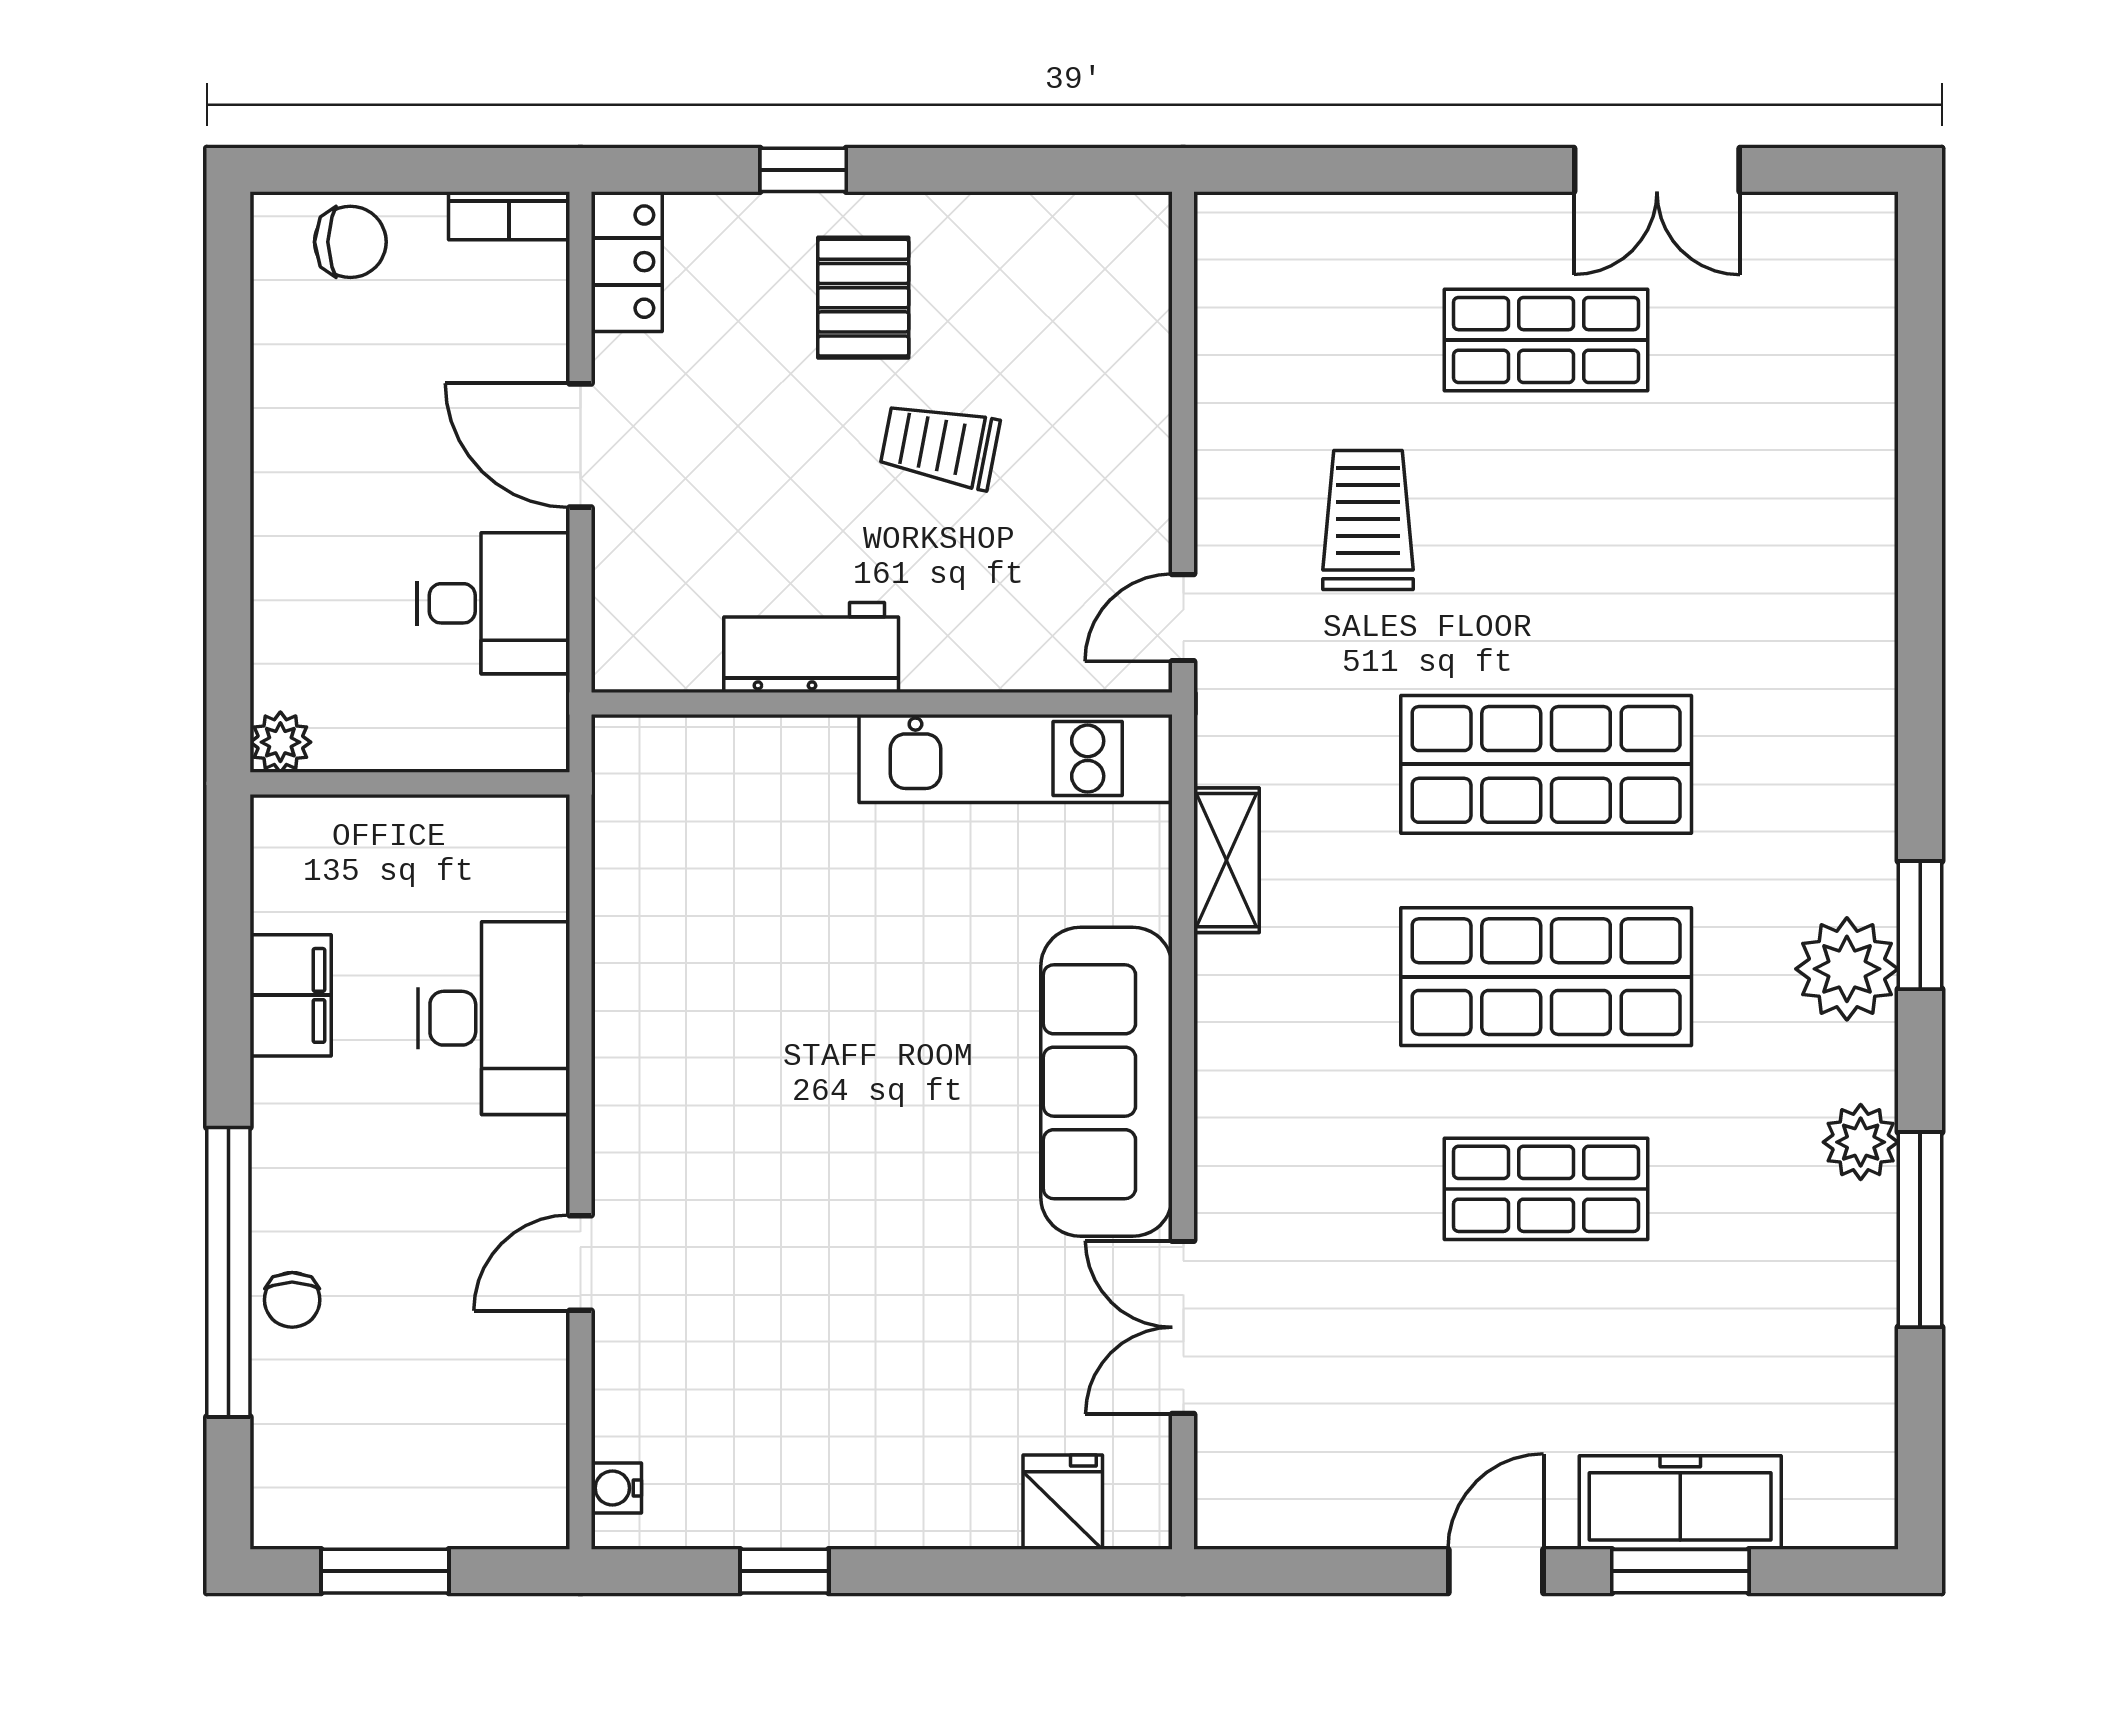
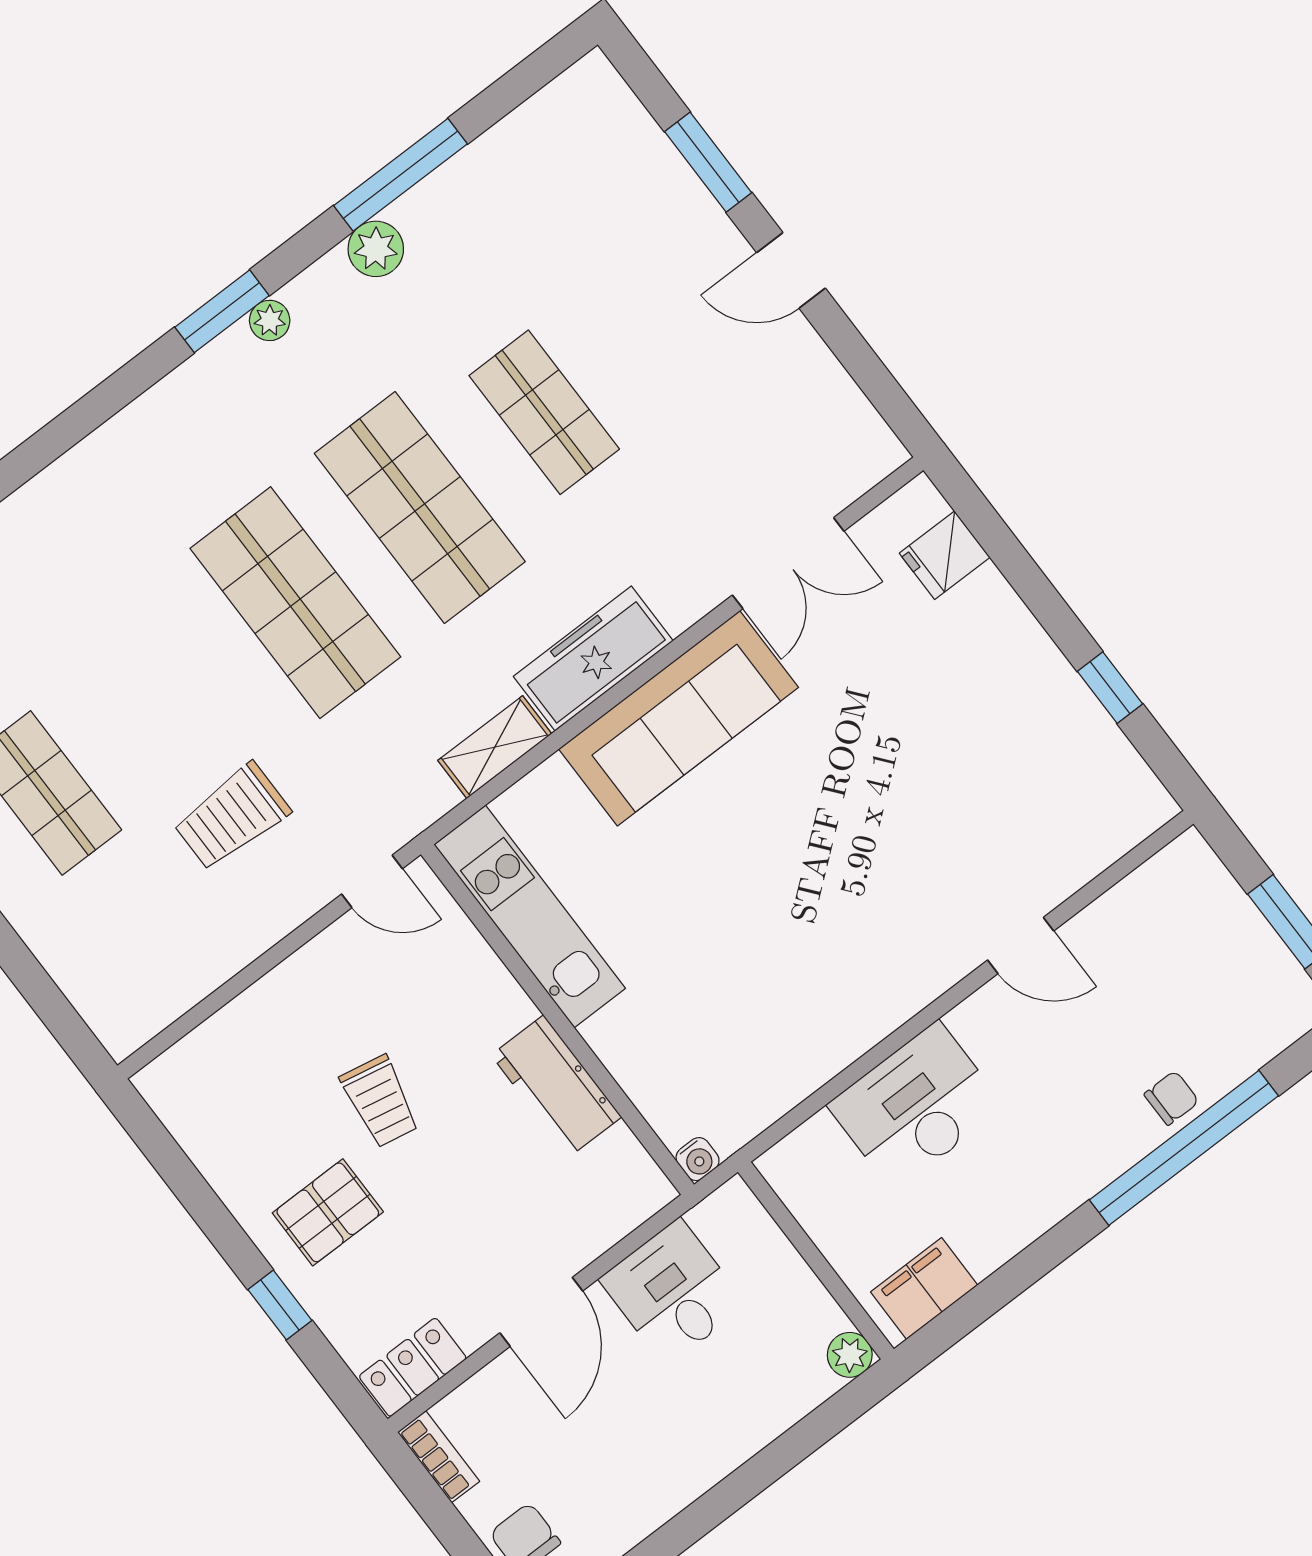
plant: (1847, 969) -> (270, 320), width x0.53, depth x0.53
filing cabinet: (291, 995) -> (924, 1289), moved
water cooler: (616, 1488) -> (698, 1159), moved
freezer: (1680, 1503) -> (593, 659), moved, turned 90

